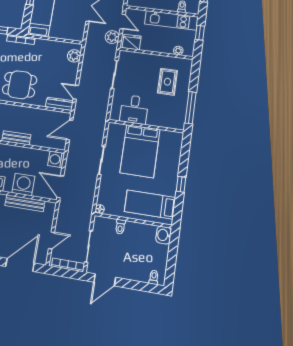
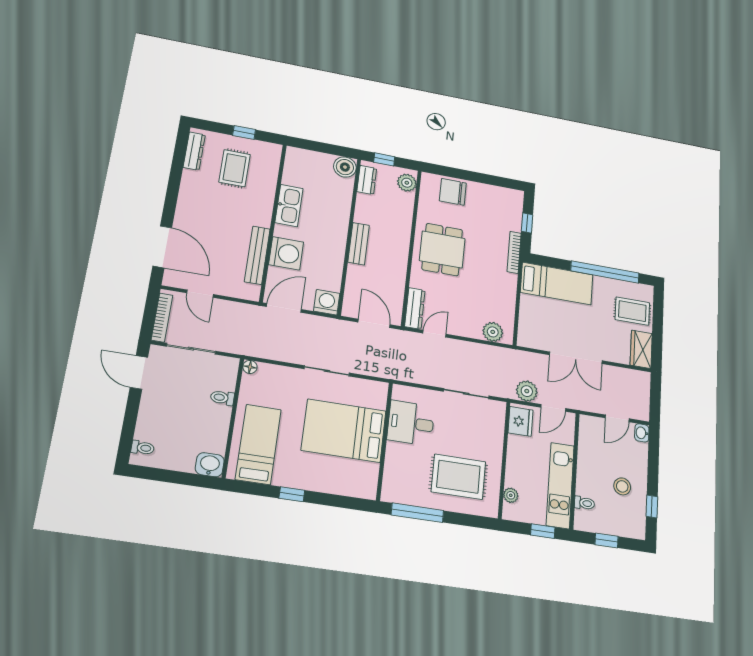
rug: (167, 82) -> (458, 477), width x1.36, depth x1.43

